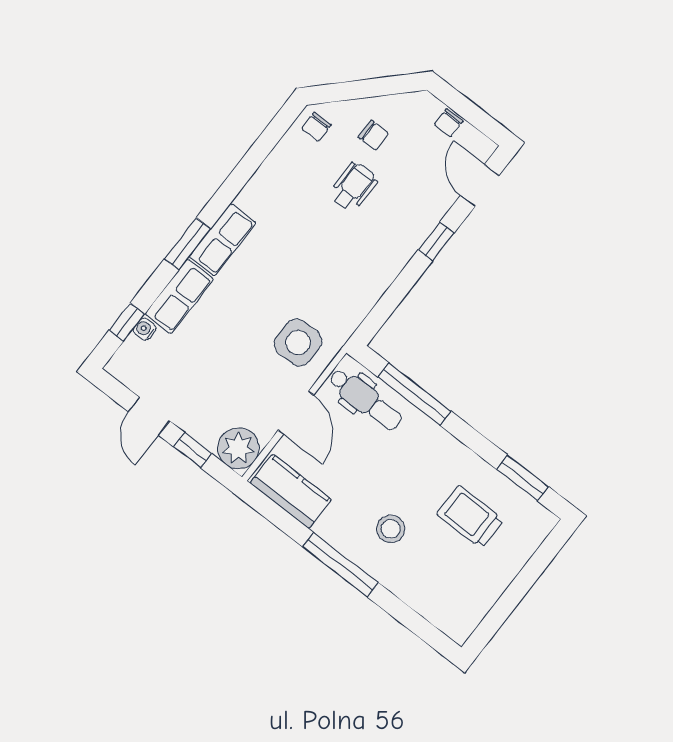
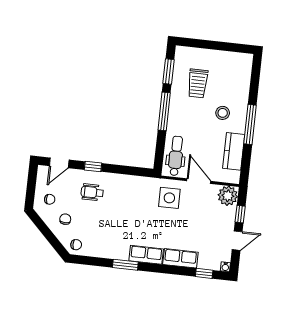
chair: (449, 123) -> (50, 199), moved
wheelchair: (353, 187) -> (92, 192), moved
window: (188, 244) -> (125, 265), moved
water cooler: (145, 329) -> (225, 267), moved
window: (414, 394) -> (164, 111), moved
door: (296, 413) -> (199, 181), hinge flipped
kitchen counter: (291, 491) -> (234, 151), moved

